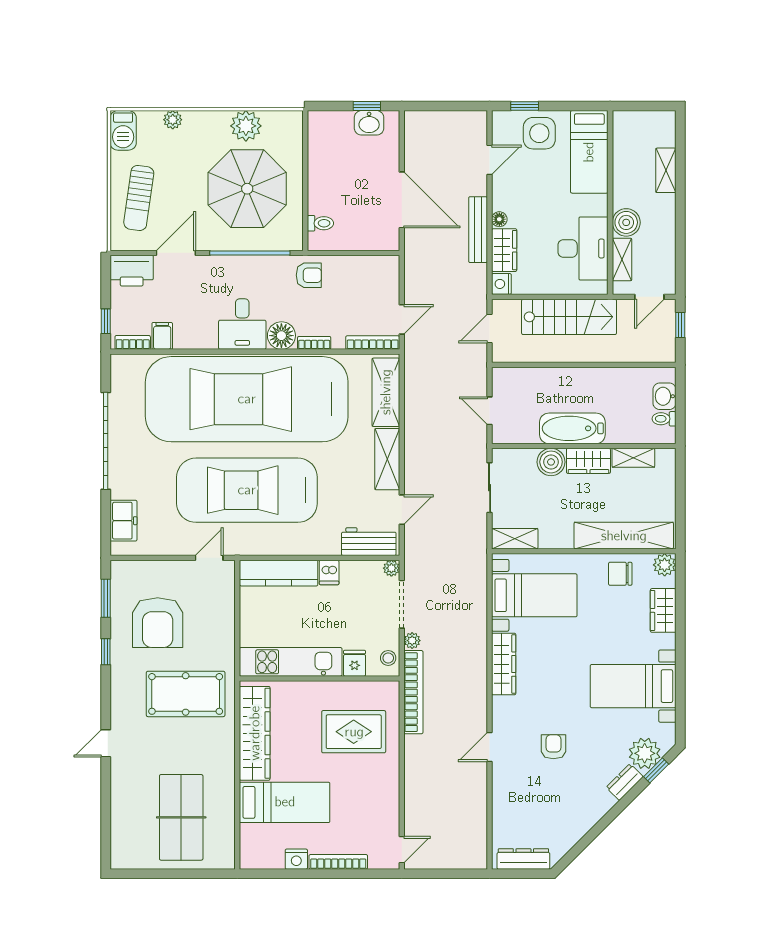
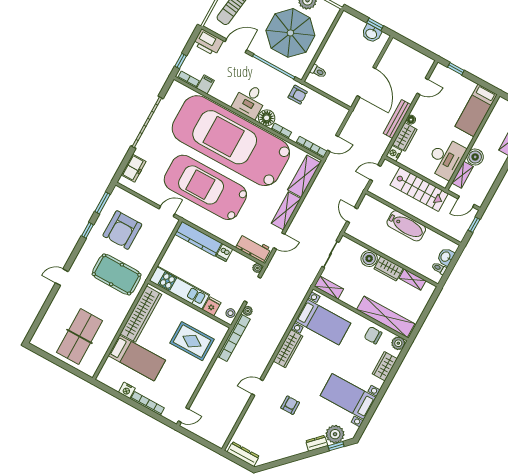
side table: (539, 133) -> (456, 87), removed
bathtub: (572, 428) -> (406, 226), moved, turned 180

